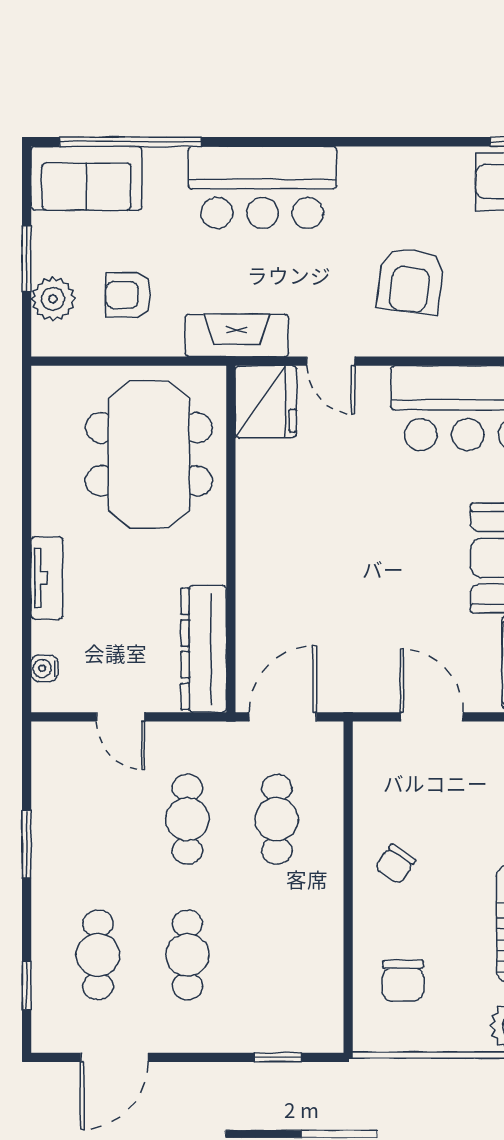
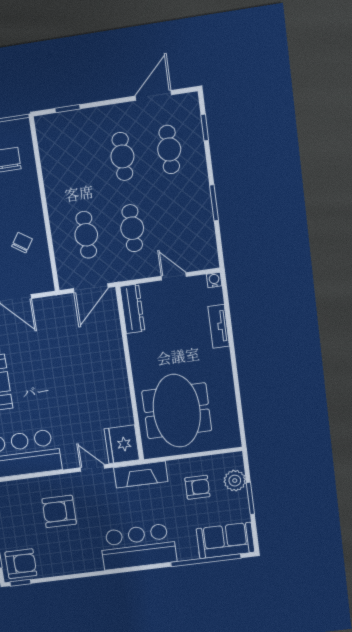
armchair: (410, 281) -> (59, 511), turned -97
tv unit: (47, 578) -> (219, 326), moved
dresser: (204, 649) -> (132, 309), width x0.73, depth x0.80
water cooler: (44, 668) -> (214, 280), moved, turned -90
chair: (395, 864) -> (22, 243), moved

